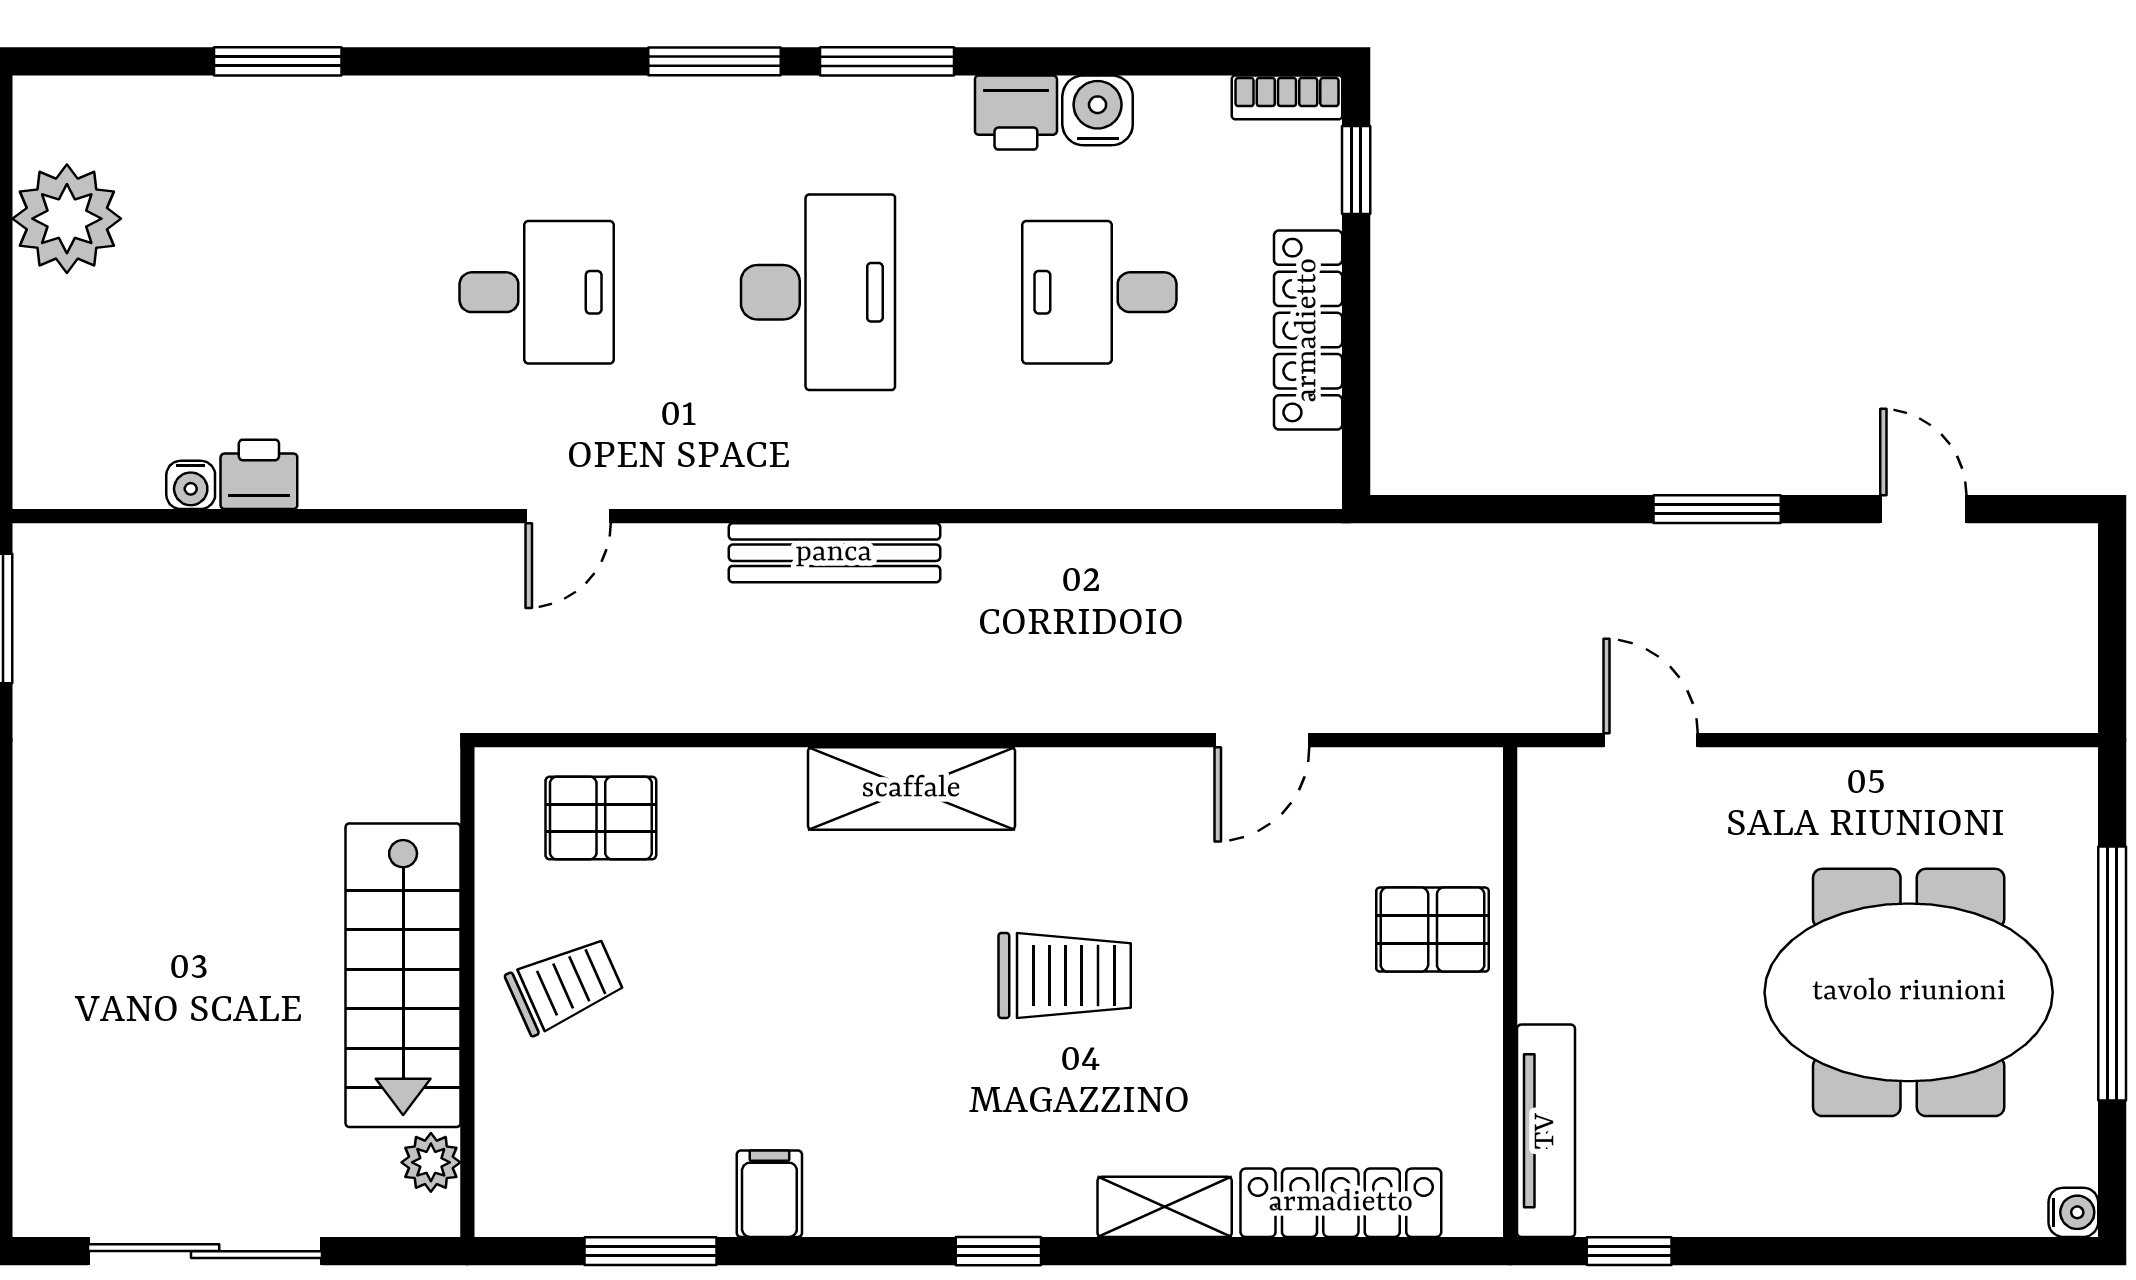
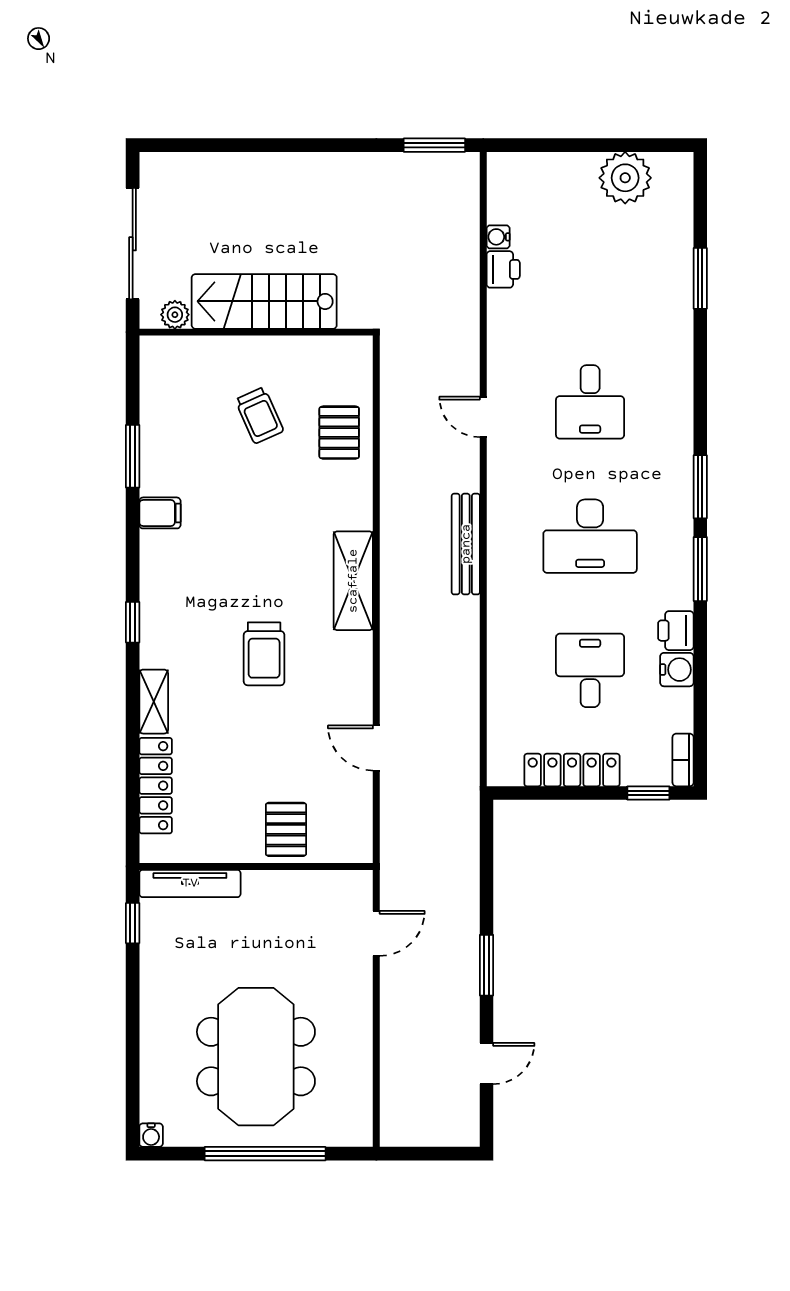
stairs: (403, 975) -> (264, 301), moved
wall: (467, 992) -> (256, 332), moved
plant: (431, 1162) -> (175, 315), moved

